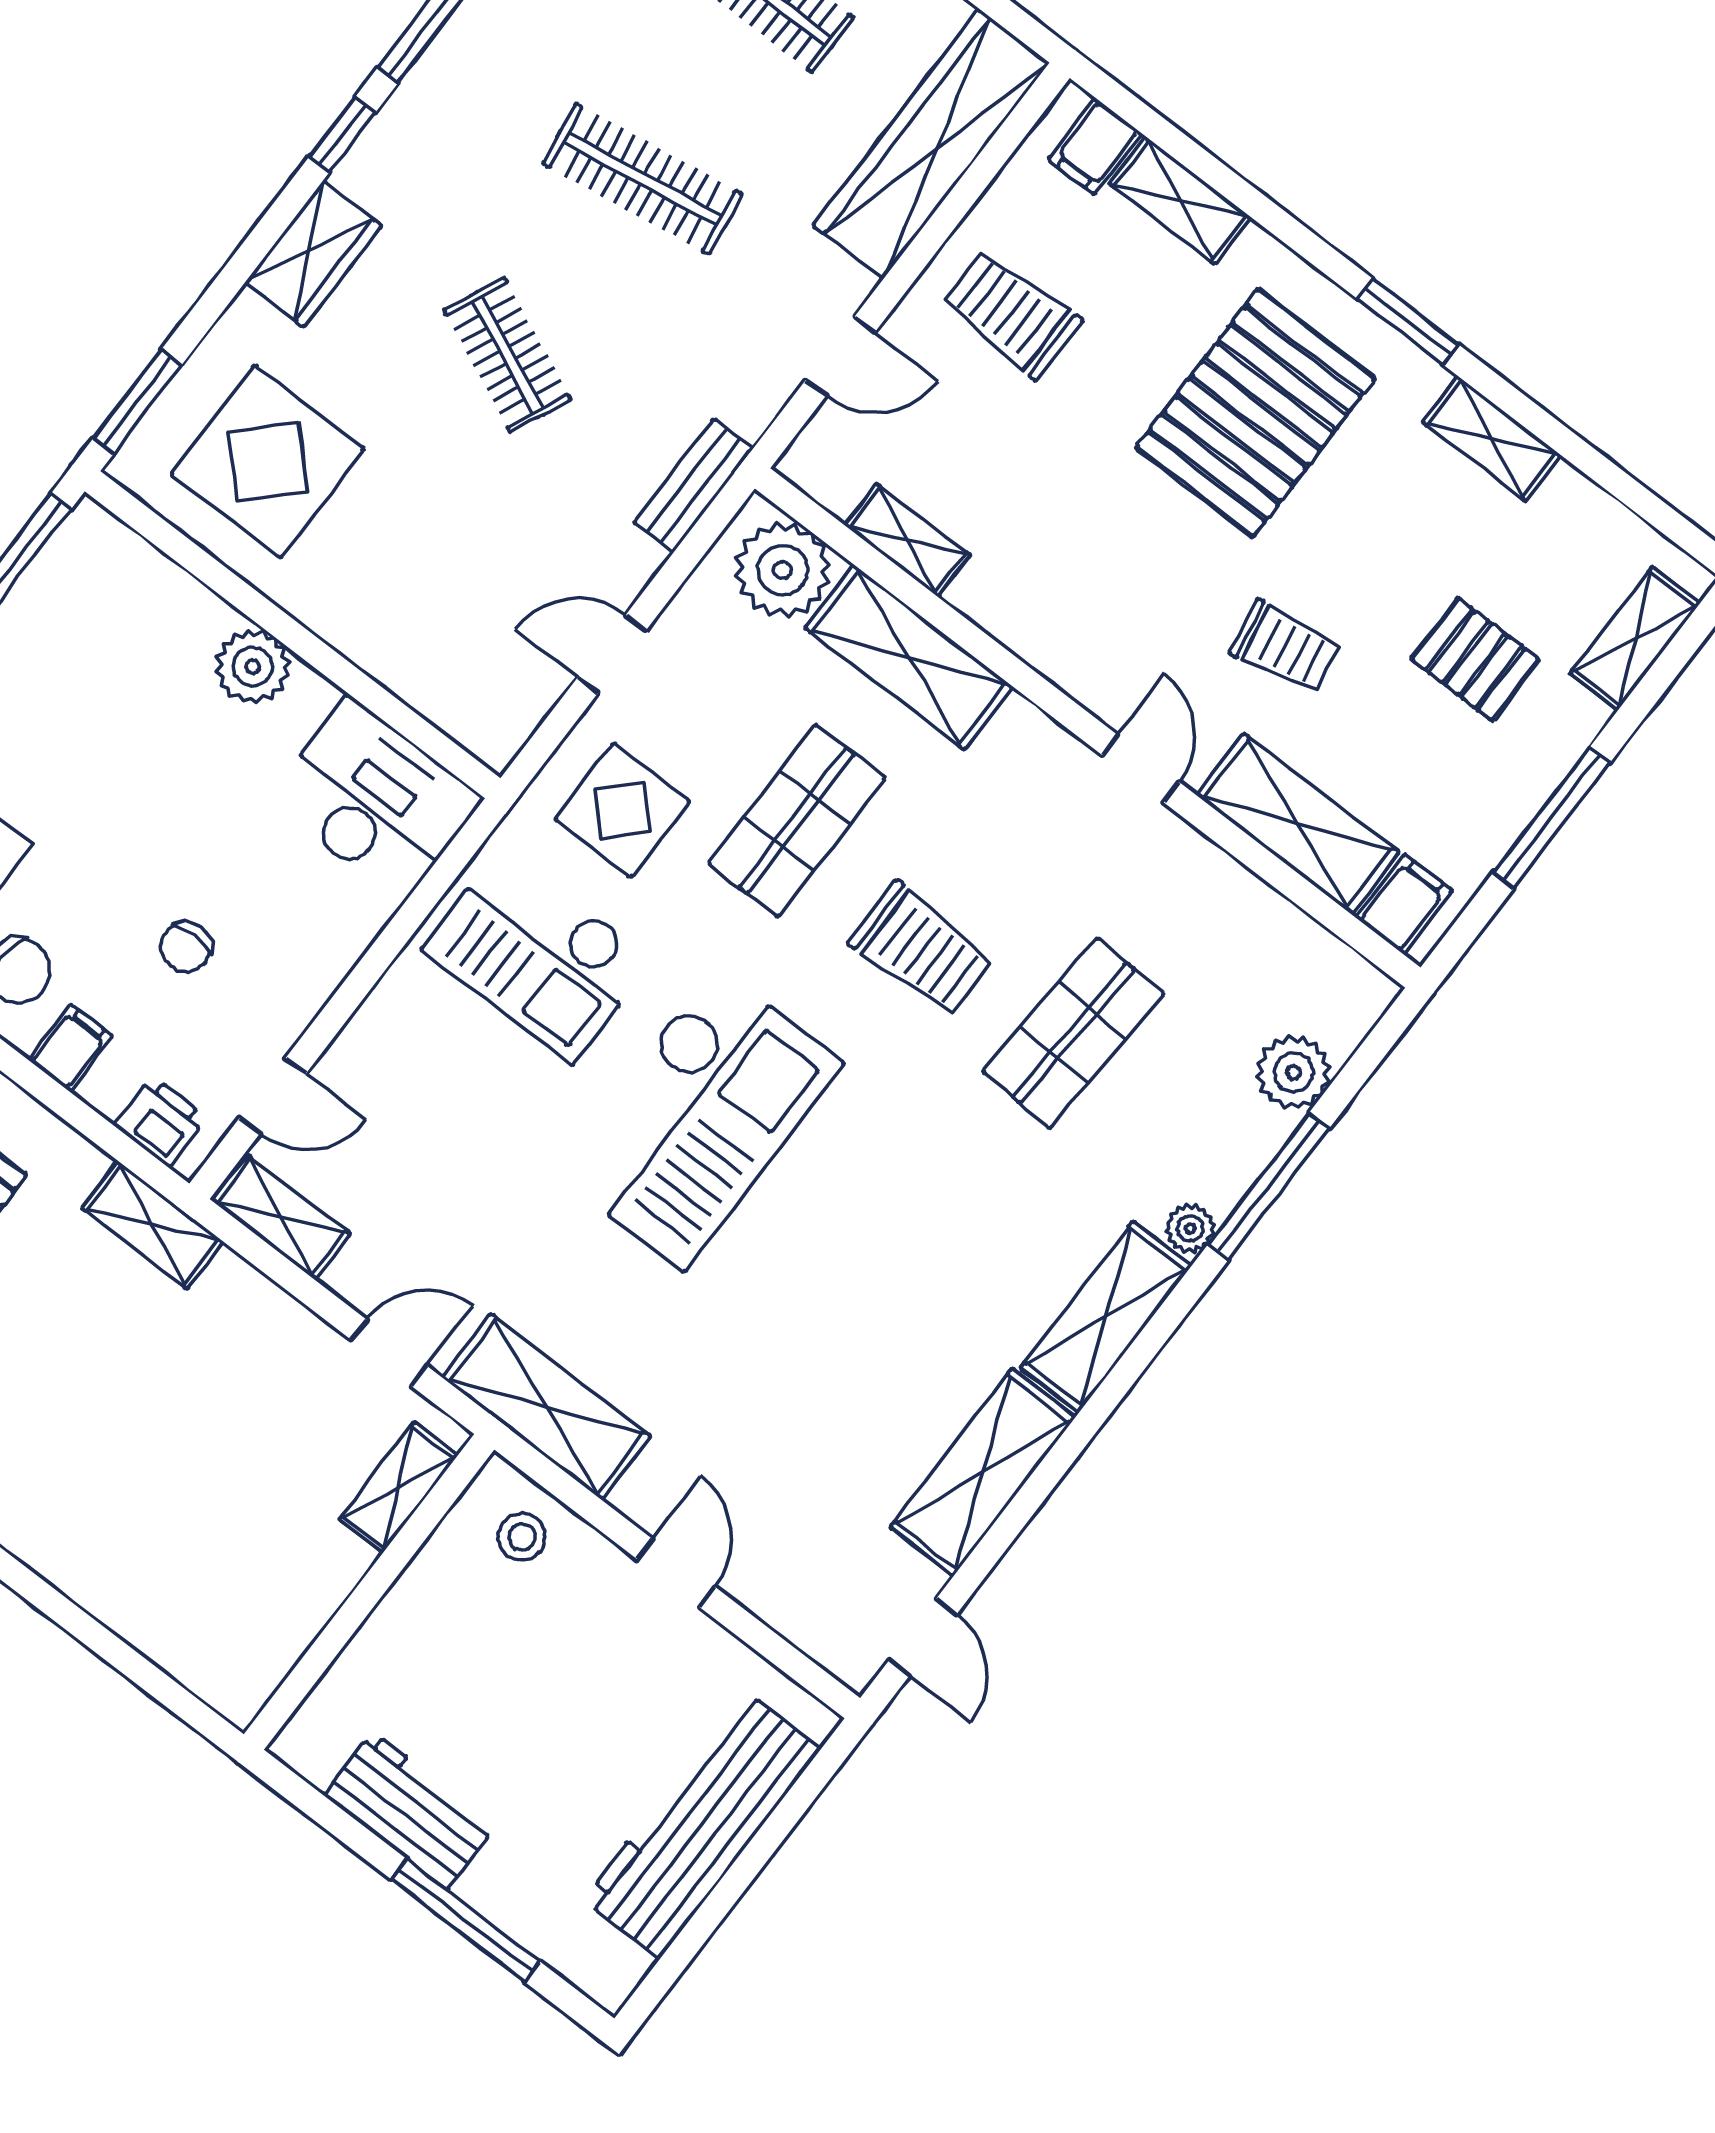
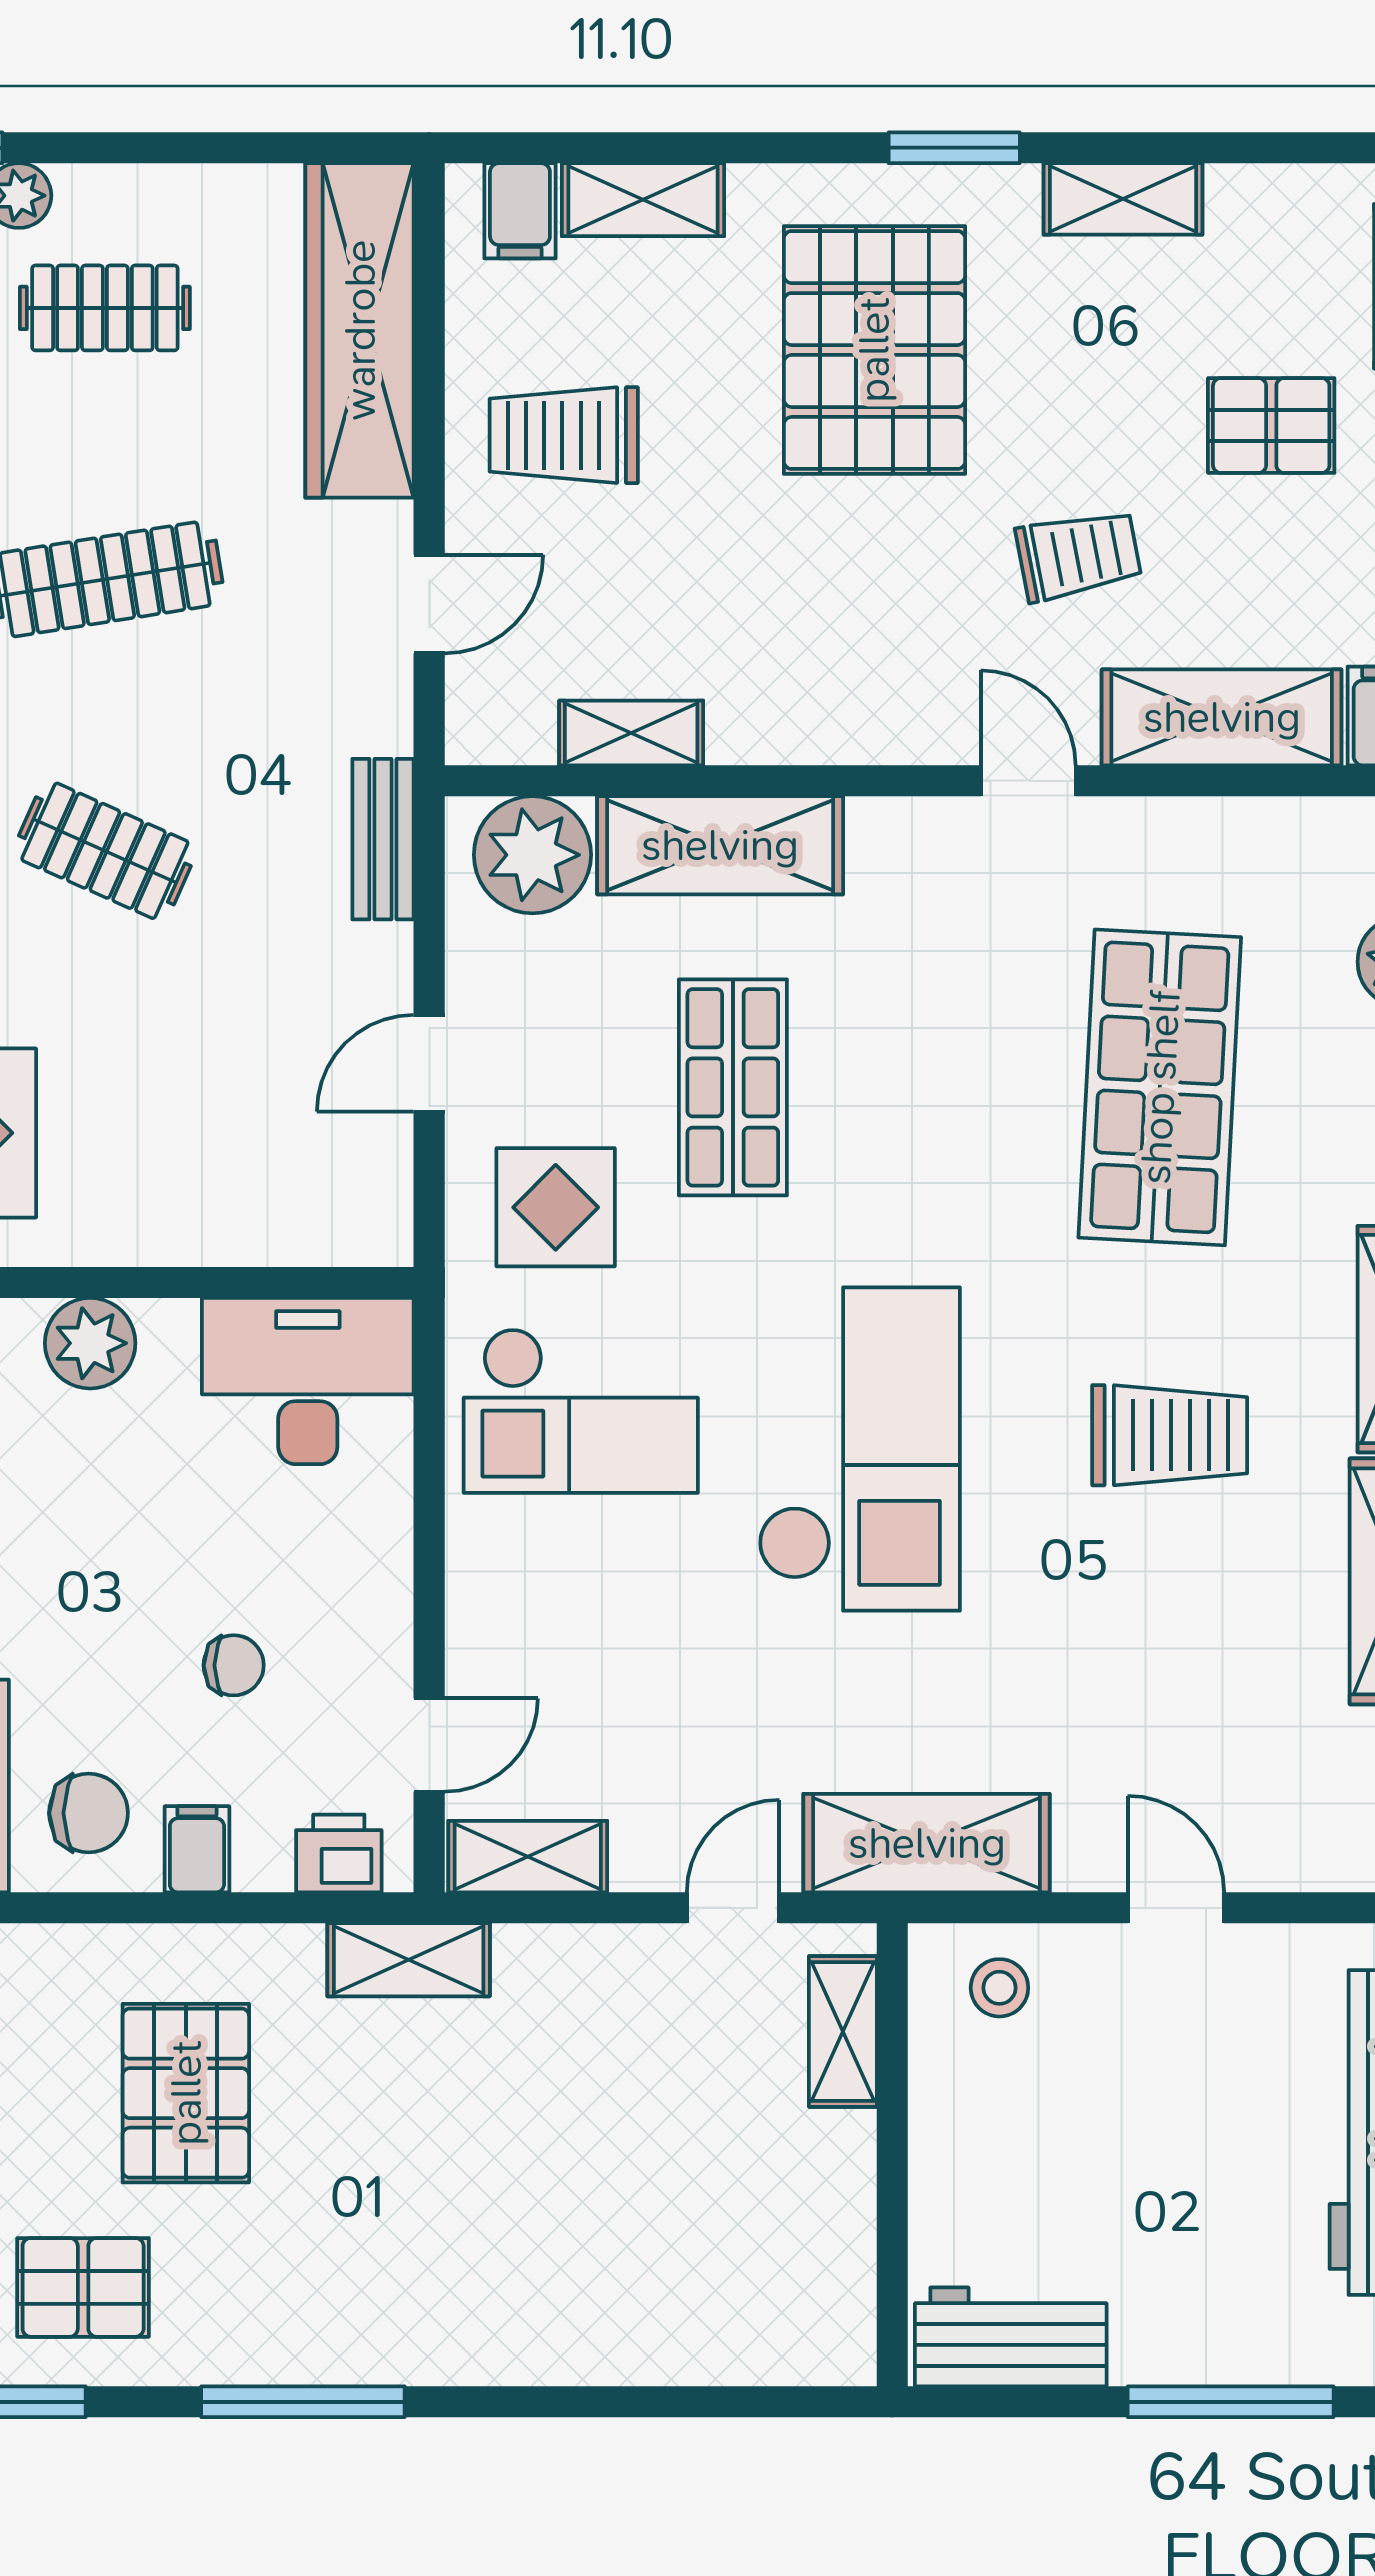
chair: (186, 947) -> (234, 1665), turned -90
trolley: (922, 950) -> (1170, 1435), moved
shop shelf: (1074, 1033) -> (1160, 1087), width x1.43, depth x1.36
workbench: (410, 1811) -> (1011, 2337), moved

